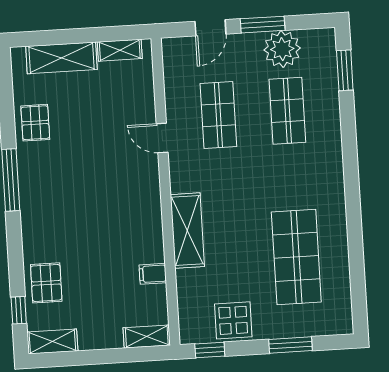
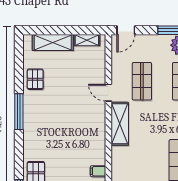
door: (210, 28) -> (126, 30), moved
shelving: (187, 231) -> (120, 124), moved

